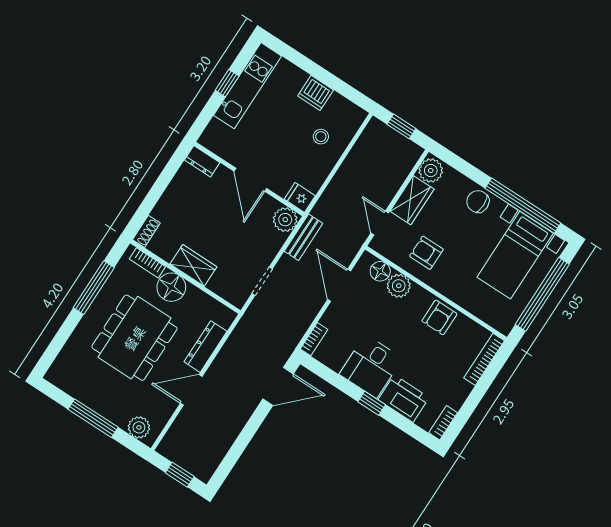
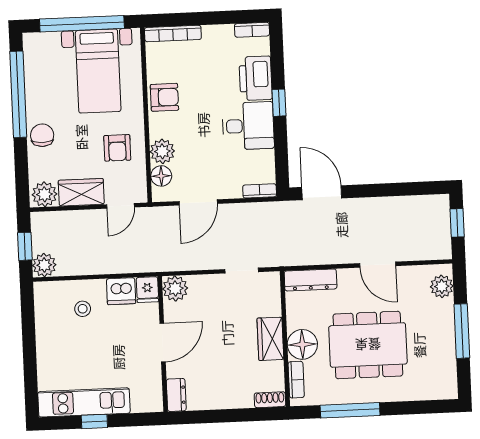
dishwasher: (316, 93) -> (121, 291), moved, turned 90
plant: (376, 131) -> (44, 265), added
chair: (478, 201) -> (42, 135), turned 180
bench: (304, 237) -> (179, 262), removed
bed with nightstands: (515, 255) -> (98, 71), moved, turned 90
dresser: (205, 347) -> (311, 280), moved

